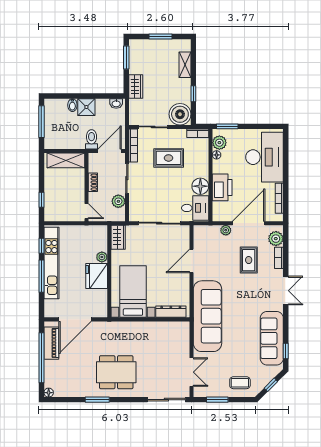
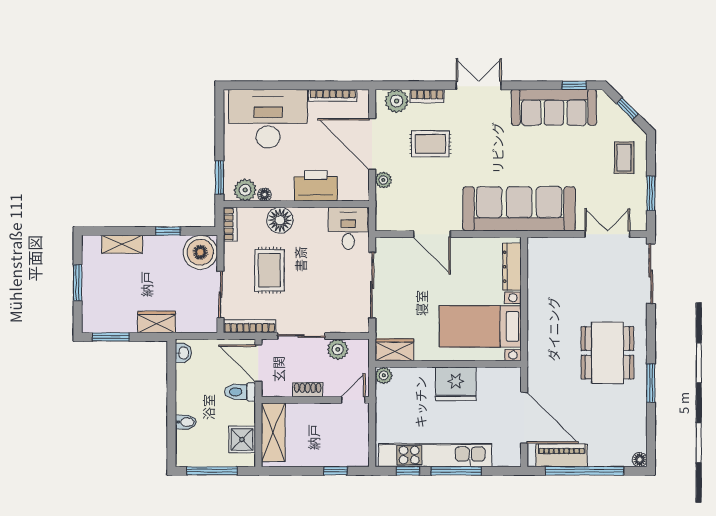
shower: (86, 107) -> (242, 440), moved
floor lamp: (200, 186) -> (280, 220), moved
plant: (102, 257) -> (384, 375), moved

